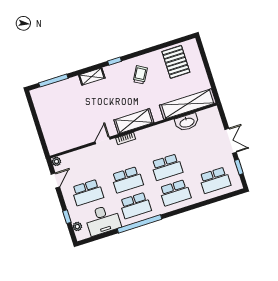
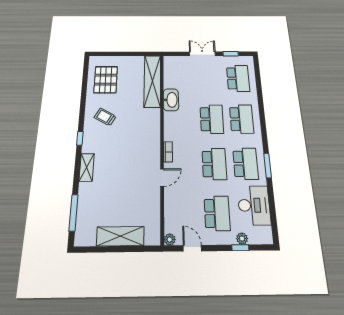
pallet: (176, 62) -> (106, 80), turned 90
shelving: (134, 121) -> (120, 236), moved, turned 90
washbasin: (187, 122) -> (171, 100), moved
door: (102, 141) -> (162, 178), swing flipped
window: (139, 224) -> (268, 165), width x0.47
plant: (77, 226) -> (242, 239), moved

